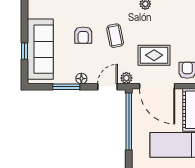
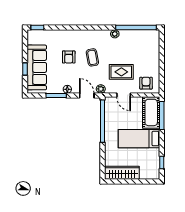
door: (157, 86) -> (124, 95), width x0.53
door: (107, 87) -> (87, 95), hinge flipped

